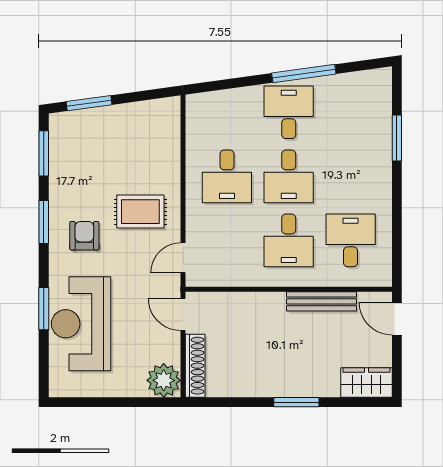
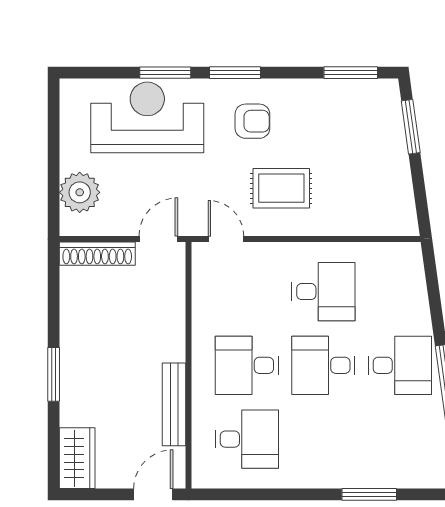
desk: (227, 176) -> (323, 292), turned 180
rug: (140, 212) -> (281, 188), turned 90
window: (44, 222) -> (235, 73), moved
plant: (164, 380) -> (80, 192), moved

